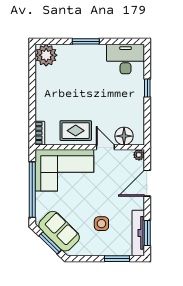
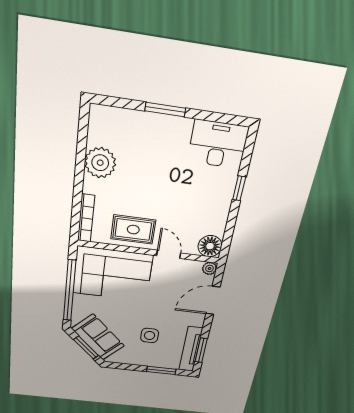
plant: (46, 55) -> (100, 163), moved
bookcase: (40, 133) -> (86, 218), width x1.56
floor lamp: (124, 136) -> (210, 246), moved

